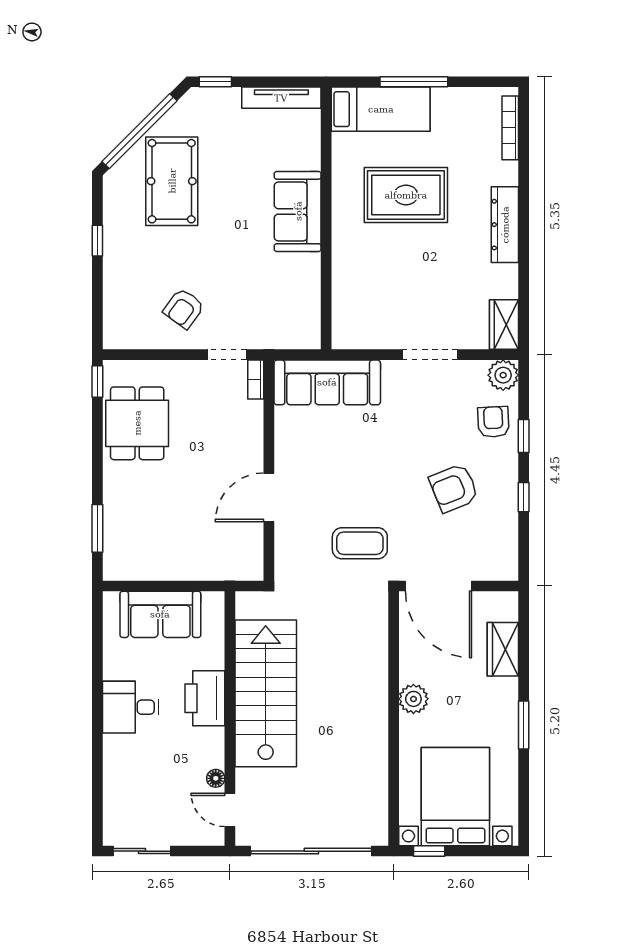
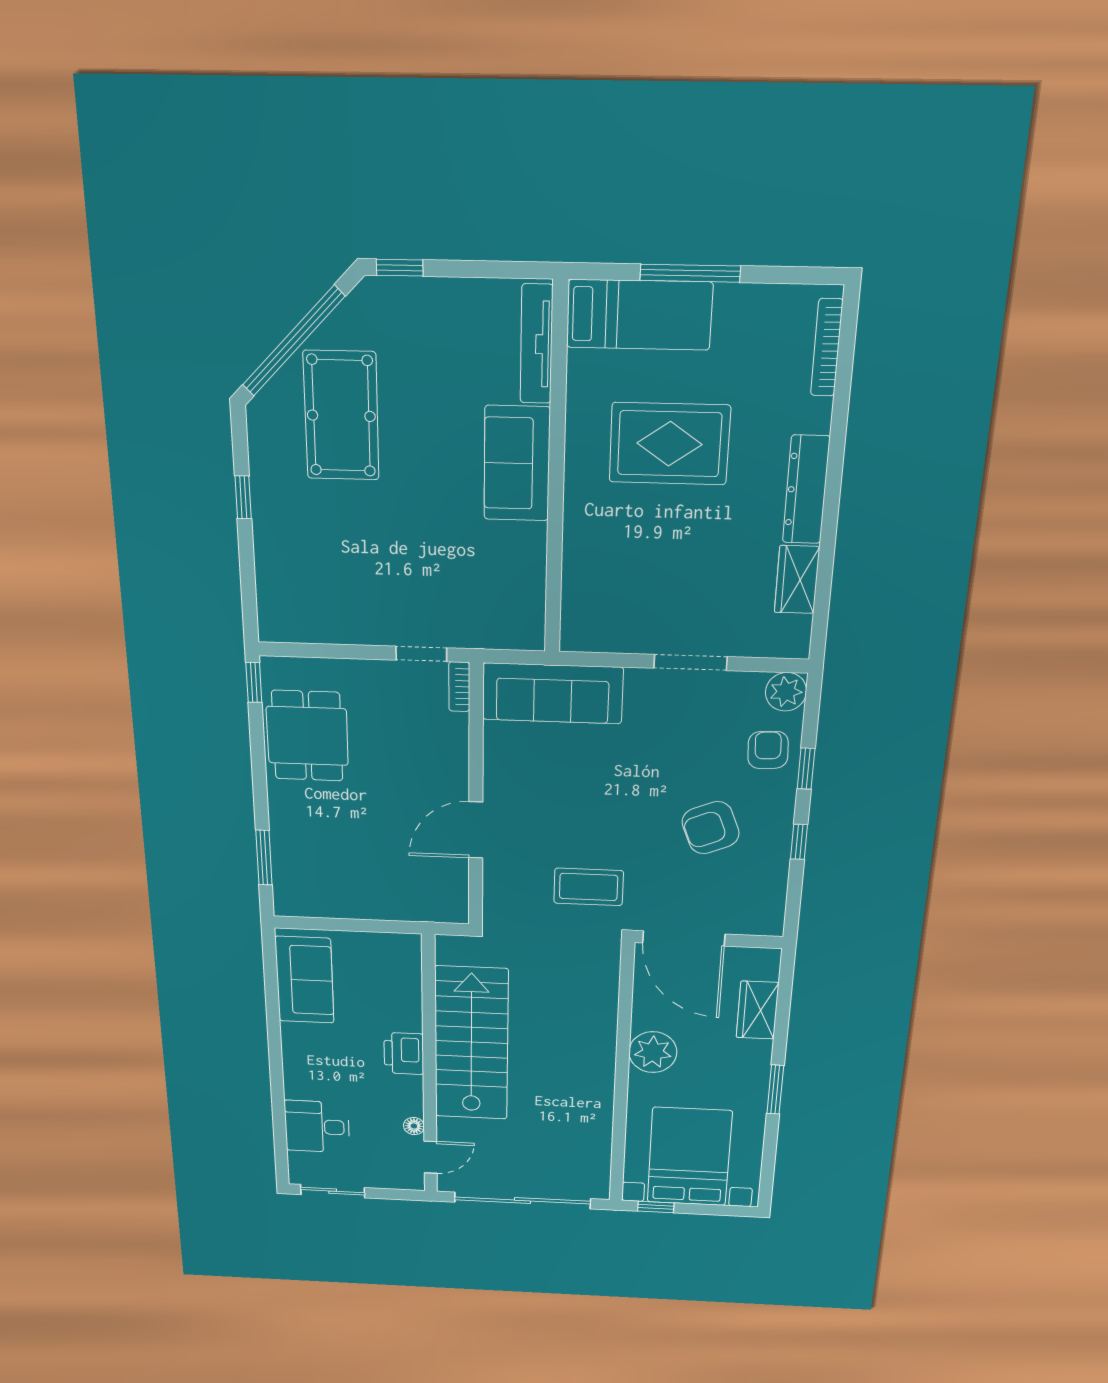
tv unit: (281, 98) -> (536, 344), moved, turned 90
armchair: (184, 308) -> (363, 592), removed
wardrobe: (504, 325) -> (797, 580), moved
sofa: (160, 614) -> (305, 980), moved, turned -90
printer: (205, 698) -> (404, 1053), width x0.73, depth x0.84
plant: (413, 699) -> (653, 1052), width x1.36, depth x1.36
desk: (131, 707) -> (317, 1127), moved
door: (230, 810) -> (430, 1157), swing flipped

